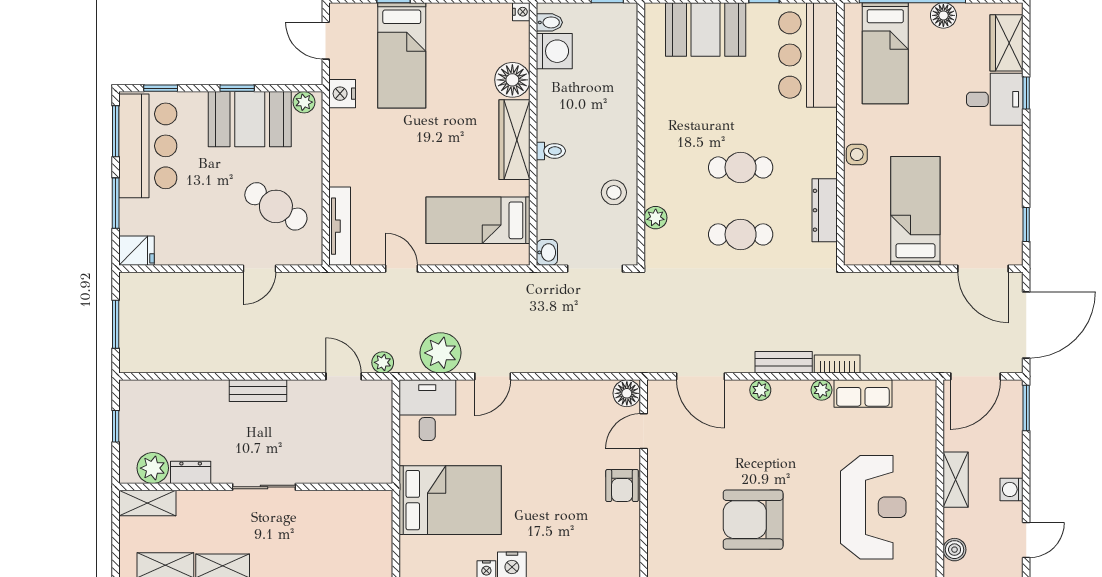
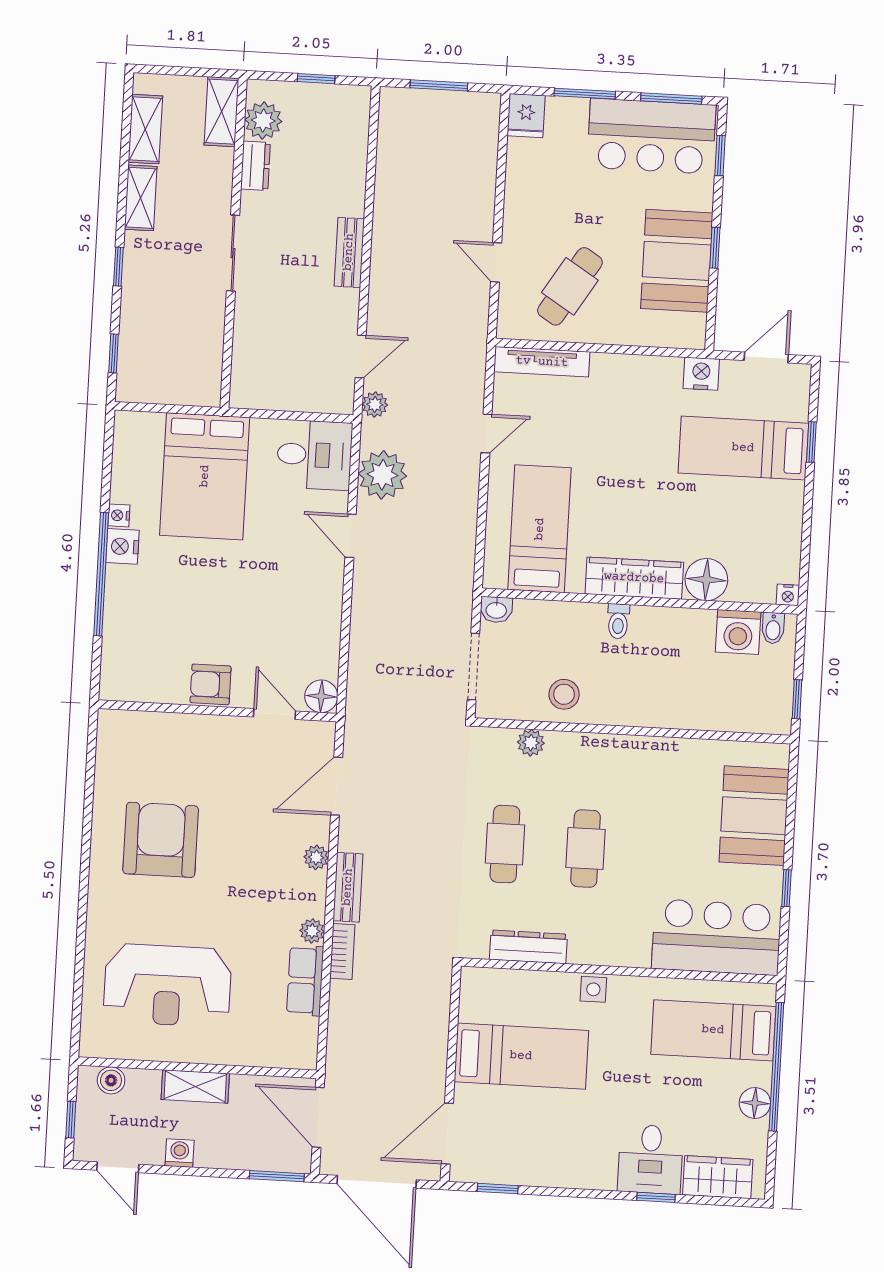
plant: (304, 102) -> (693, 327), removed

